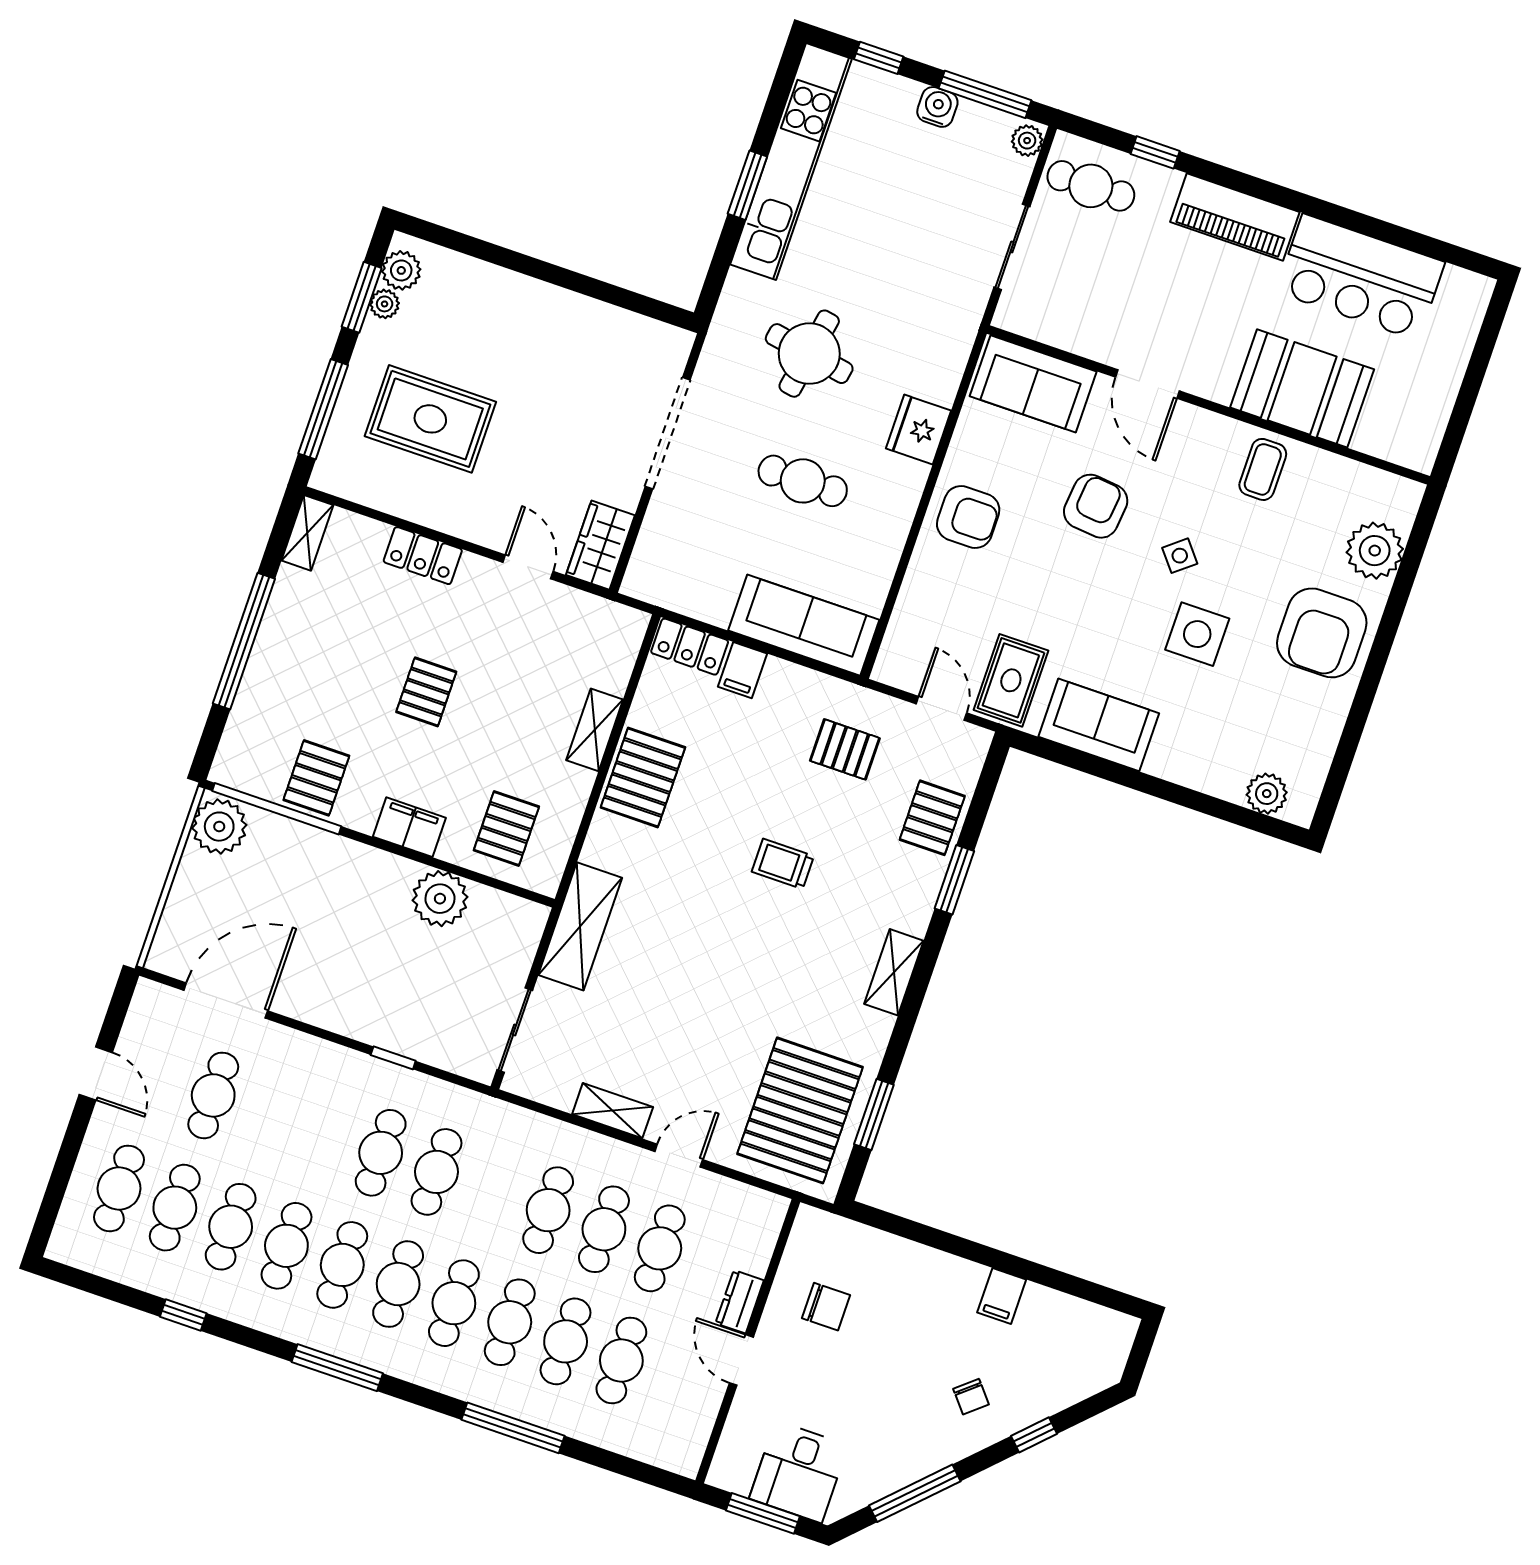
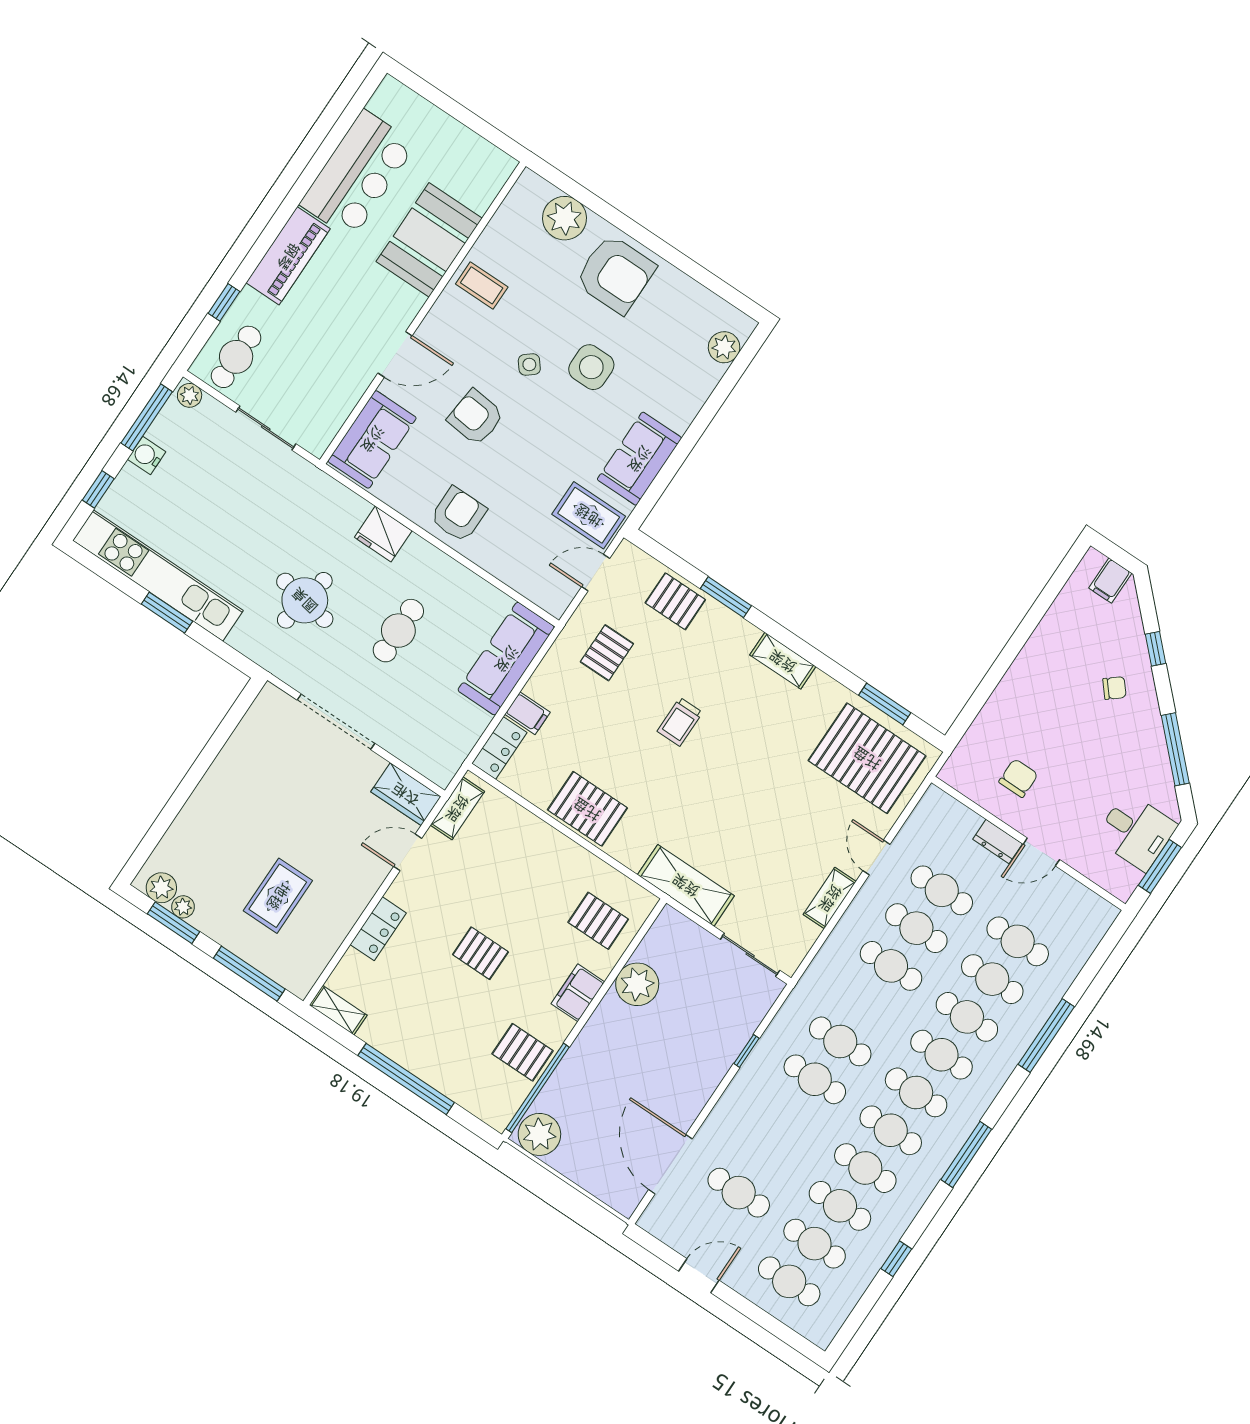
rug: (430, 419) -> (278, 896), width x0.73, depth x0.70
shelving: (595, 730) -> (457, 808), moved, turned 90
filing cabinet: (1002, 1296) -> (1110, 581), moved, turned 90

